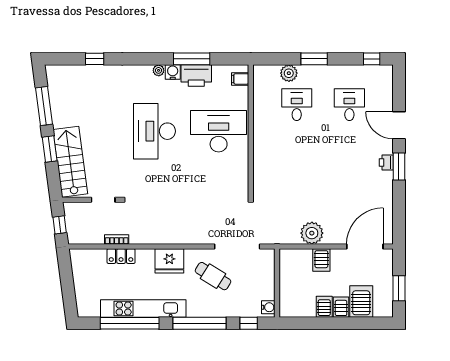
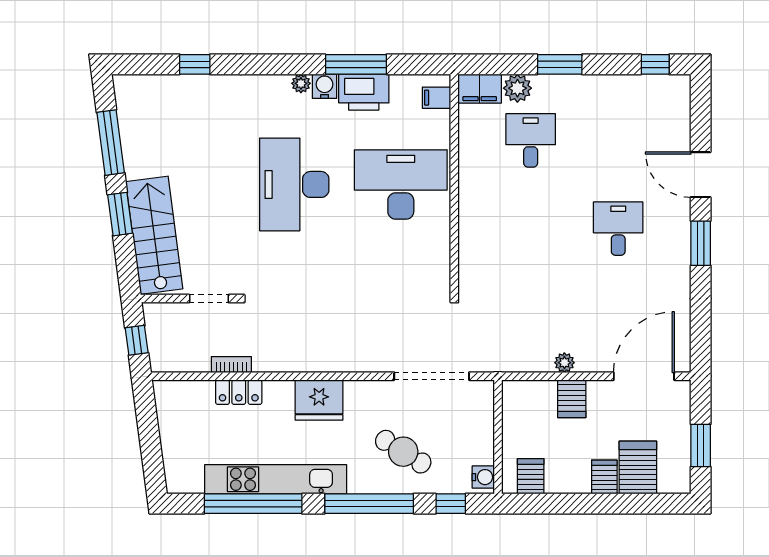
filing cabinet: (266, 73) -> (480, 89), added
desk: (349, 105) -> (618, 229), moved
printer: (386, 162) -> (679, 237), removed
plant: (312, 233) -> (564, 363), width x0.53, depth x0.53
cafe table: (213, 276) -> (403, 452), moved
server rack: (324, 307) -> (531, 476), moved

